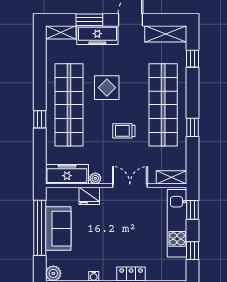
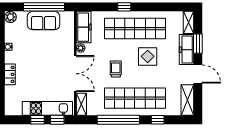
window: (192, 59) -> (158, 120), moved
window: (192, 127) -> (118, 120), width x3.17
double door: (130, 186) -> (75, 74), width x1.37
fridge: (89, 196) -> (68, 43), removed
window: (192, 251) -> (38, 120), moved

